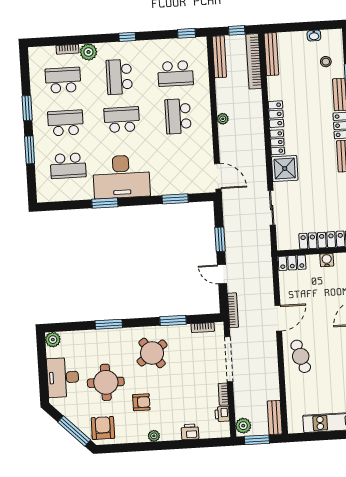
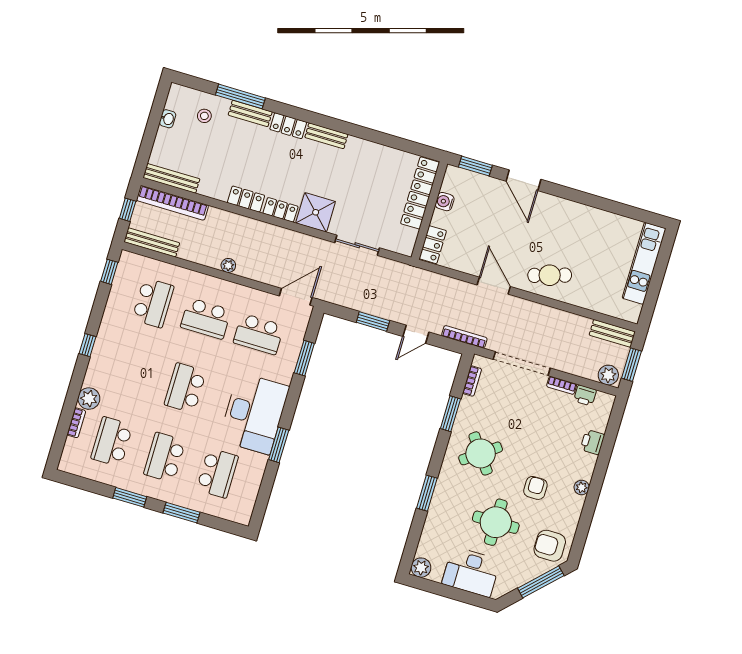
school desk: (119, 77) -> (259, 334), moved

